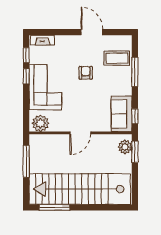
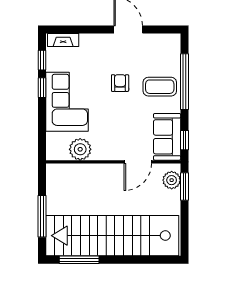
coffee table: (117, 58) -> (160, 87), moved
window: (135, 72) -> (185, 82), width x1.46
plant: (40, 123) -> (80, 149), moved
door: (80, 133) -> (138, 162), moved
window: (26, 161) -> (42, 216), moved

